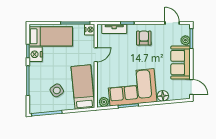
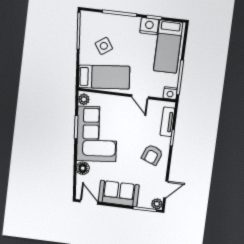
armchair: (144, 38) -> (152, 155), turned 111
plant: (185, 40) -> (157, 204), moved
door: (191, 87) -> (89, 202), swing flipped

